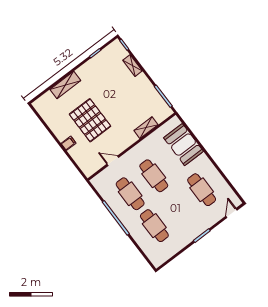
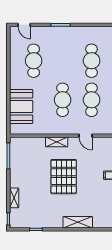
pallet: (90, 120) -> (64, 177), moved
shelving: (146, 128) -> (57, 142), moved
door: (232, 213) -> (24, 25), hinge flipped

